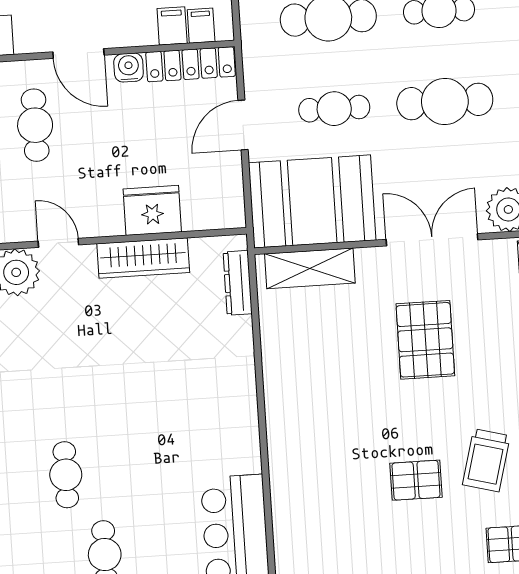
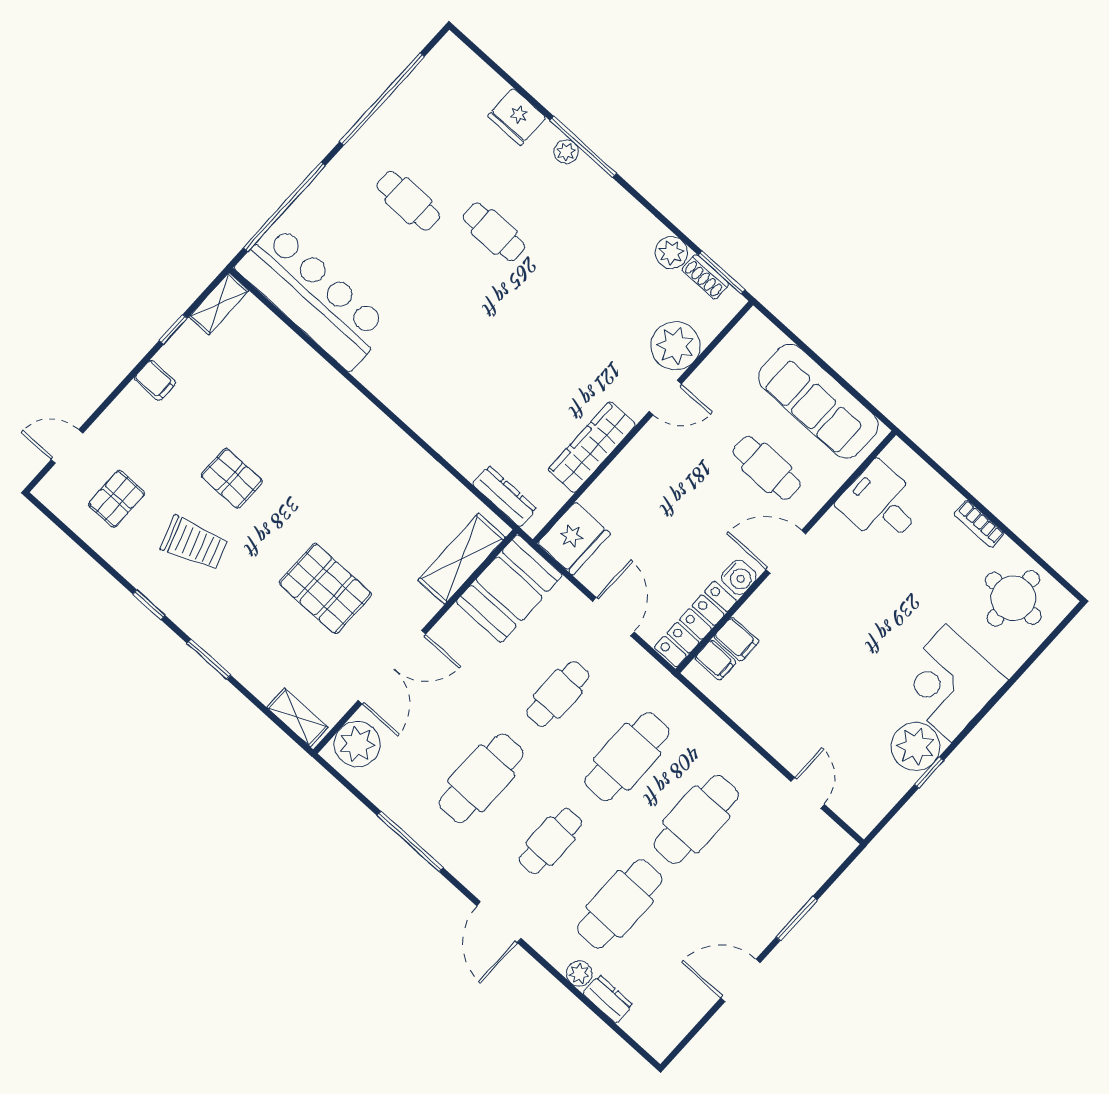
booth: (312, 201) -> (509, 589), width x0.73, depth x0.70
fridge: (152, 210) -> (574, 539), moved
trolley: (486, 460) -> (194, 543), turned 146
pallet: (416, 480) -> (232, 478), turned 90

